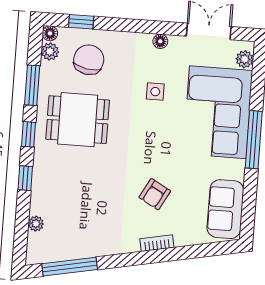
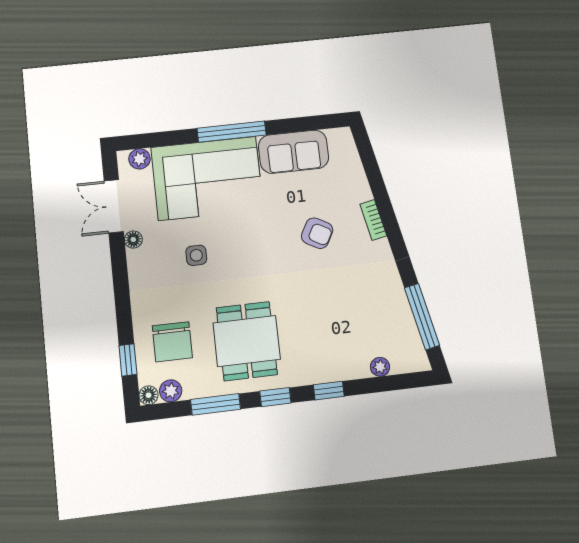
floor lamp: (160, 41) -> (133, 240), moved
chair: (89, 60) -> (172, 342), turned -100
sofa: (225, 209) -> (294, 152), moved

